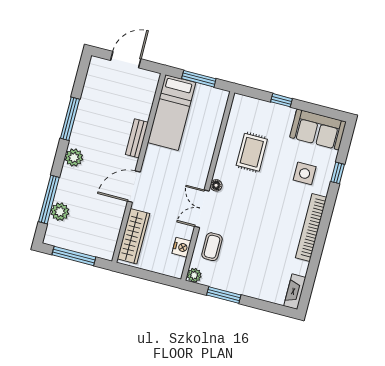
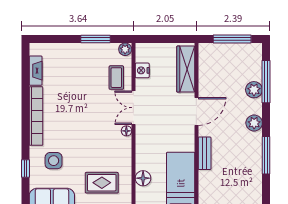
floor lamp: (211, 129) -> (143, 178), added
rug: (252, 152) -> (102, 183), moved, turned 90
double door: (202, 209) -> (133, 108), swing flipped
plant: (60, 212) -> (254, 90), moved
fireplace: (295, 292) -> (36, 71), moved

